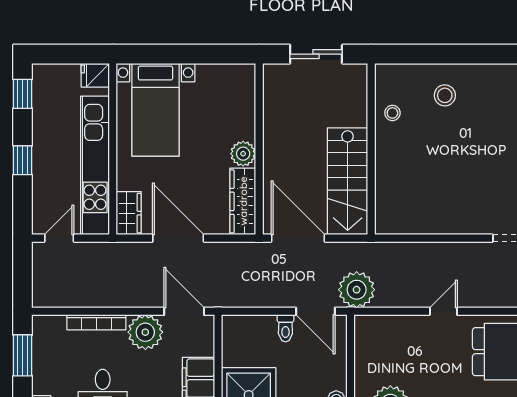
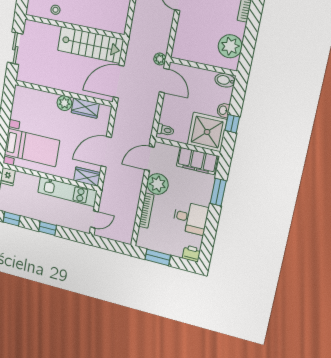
kitchen unit: (95, 165) -> (67, 192), width x0.73
wardrobe: (243, 201) -> (85, 108), width x0.67
door: (59, 238) -> (94, 219), swing flipped
plant: (357, 290) -> (160, 59), width x0.53, depth x0.53
door: (315, 311) -> (164, 81), hinge flipped
toilet: (285, 328) -> (165, 130), moved

